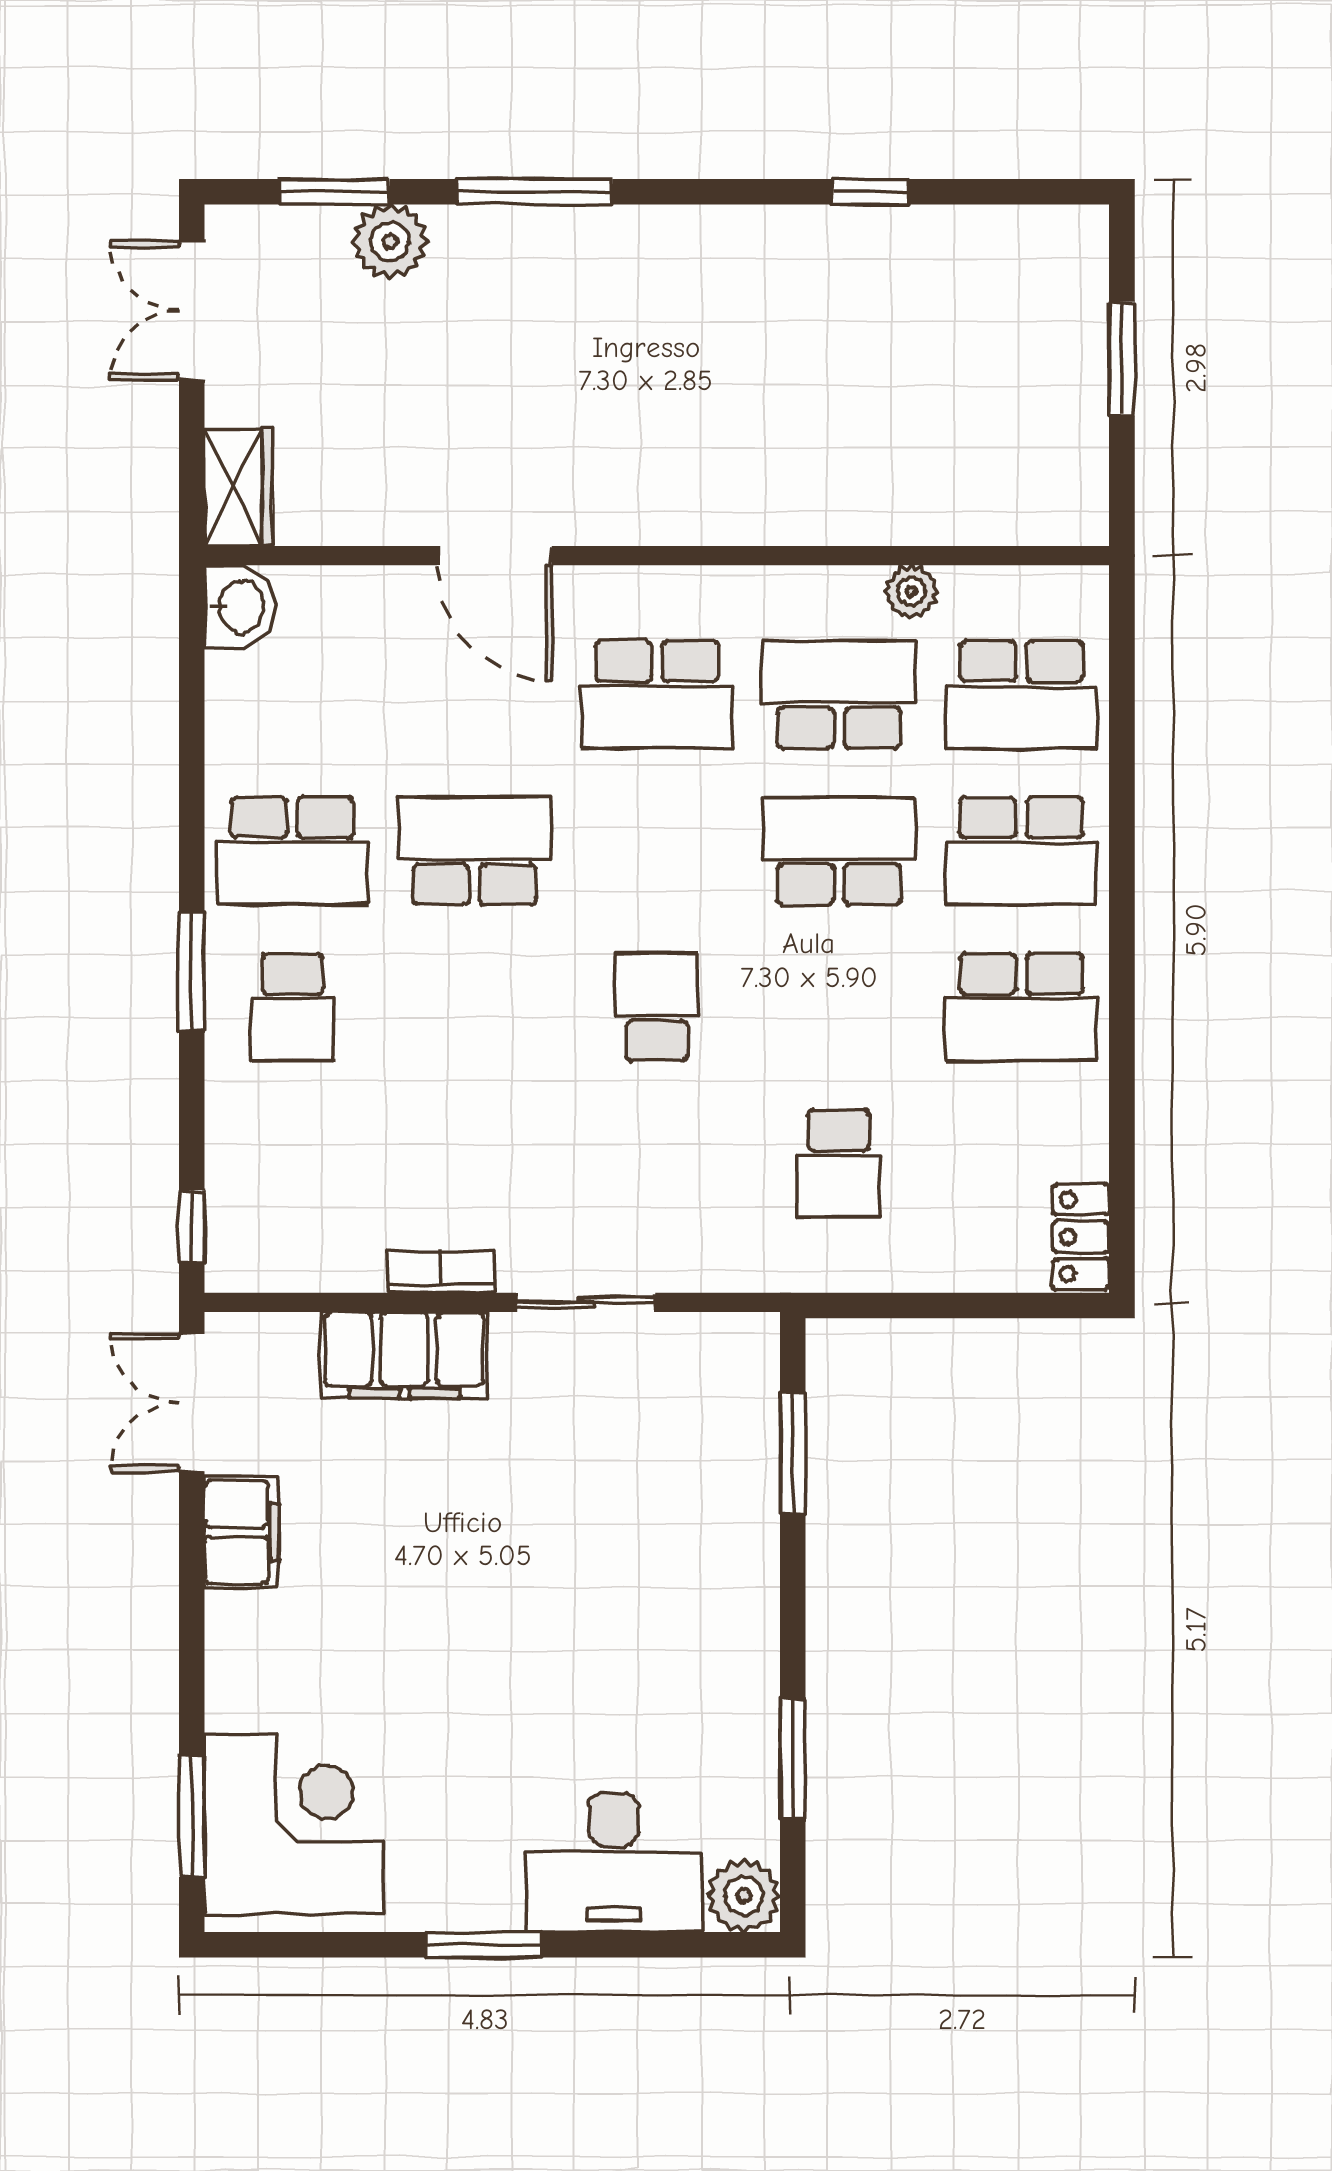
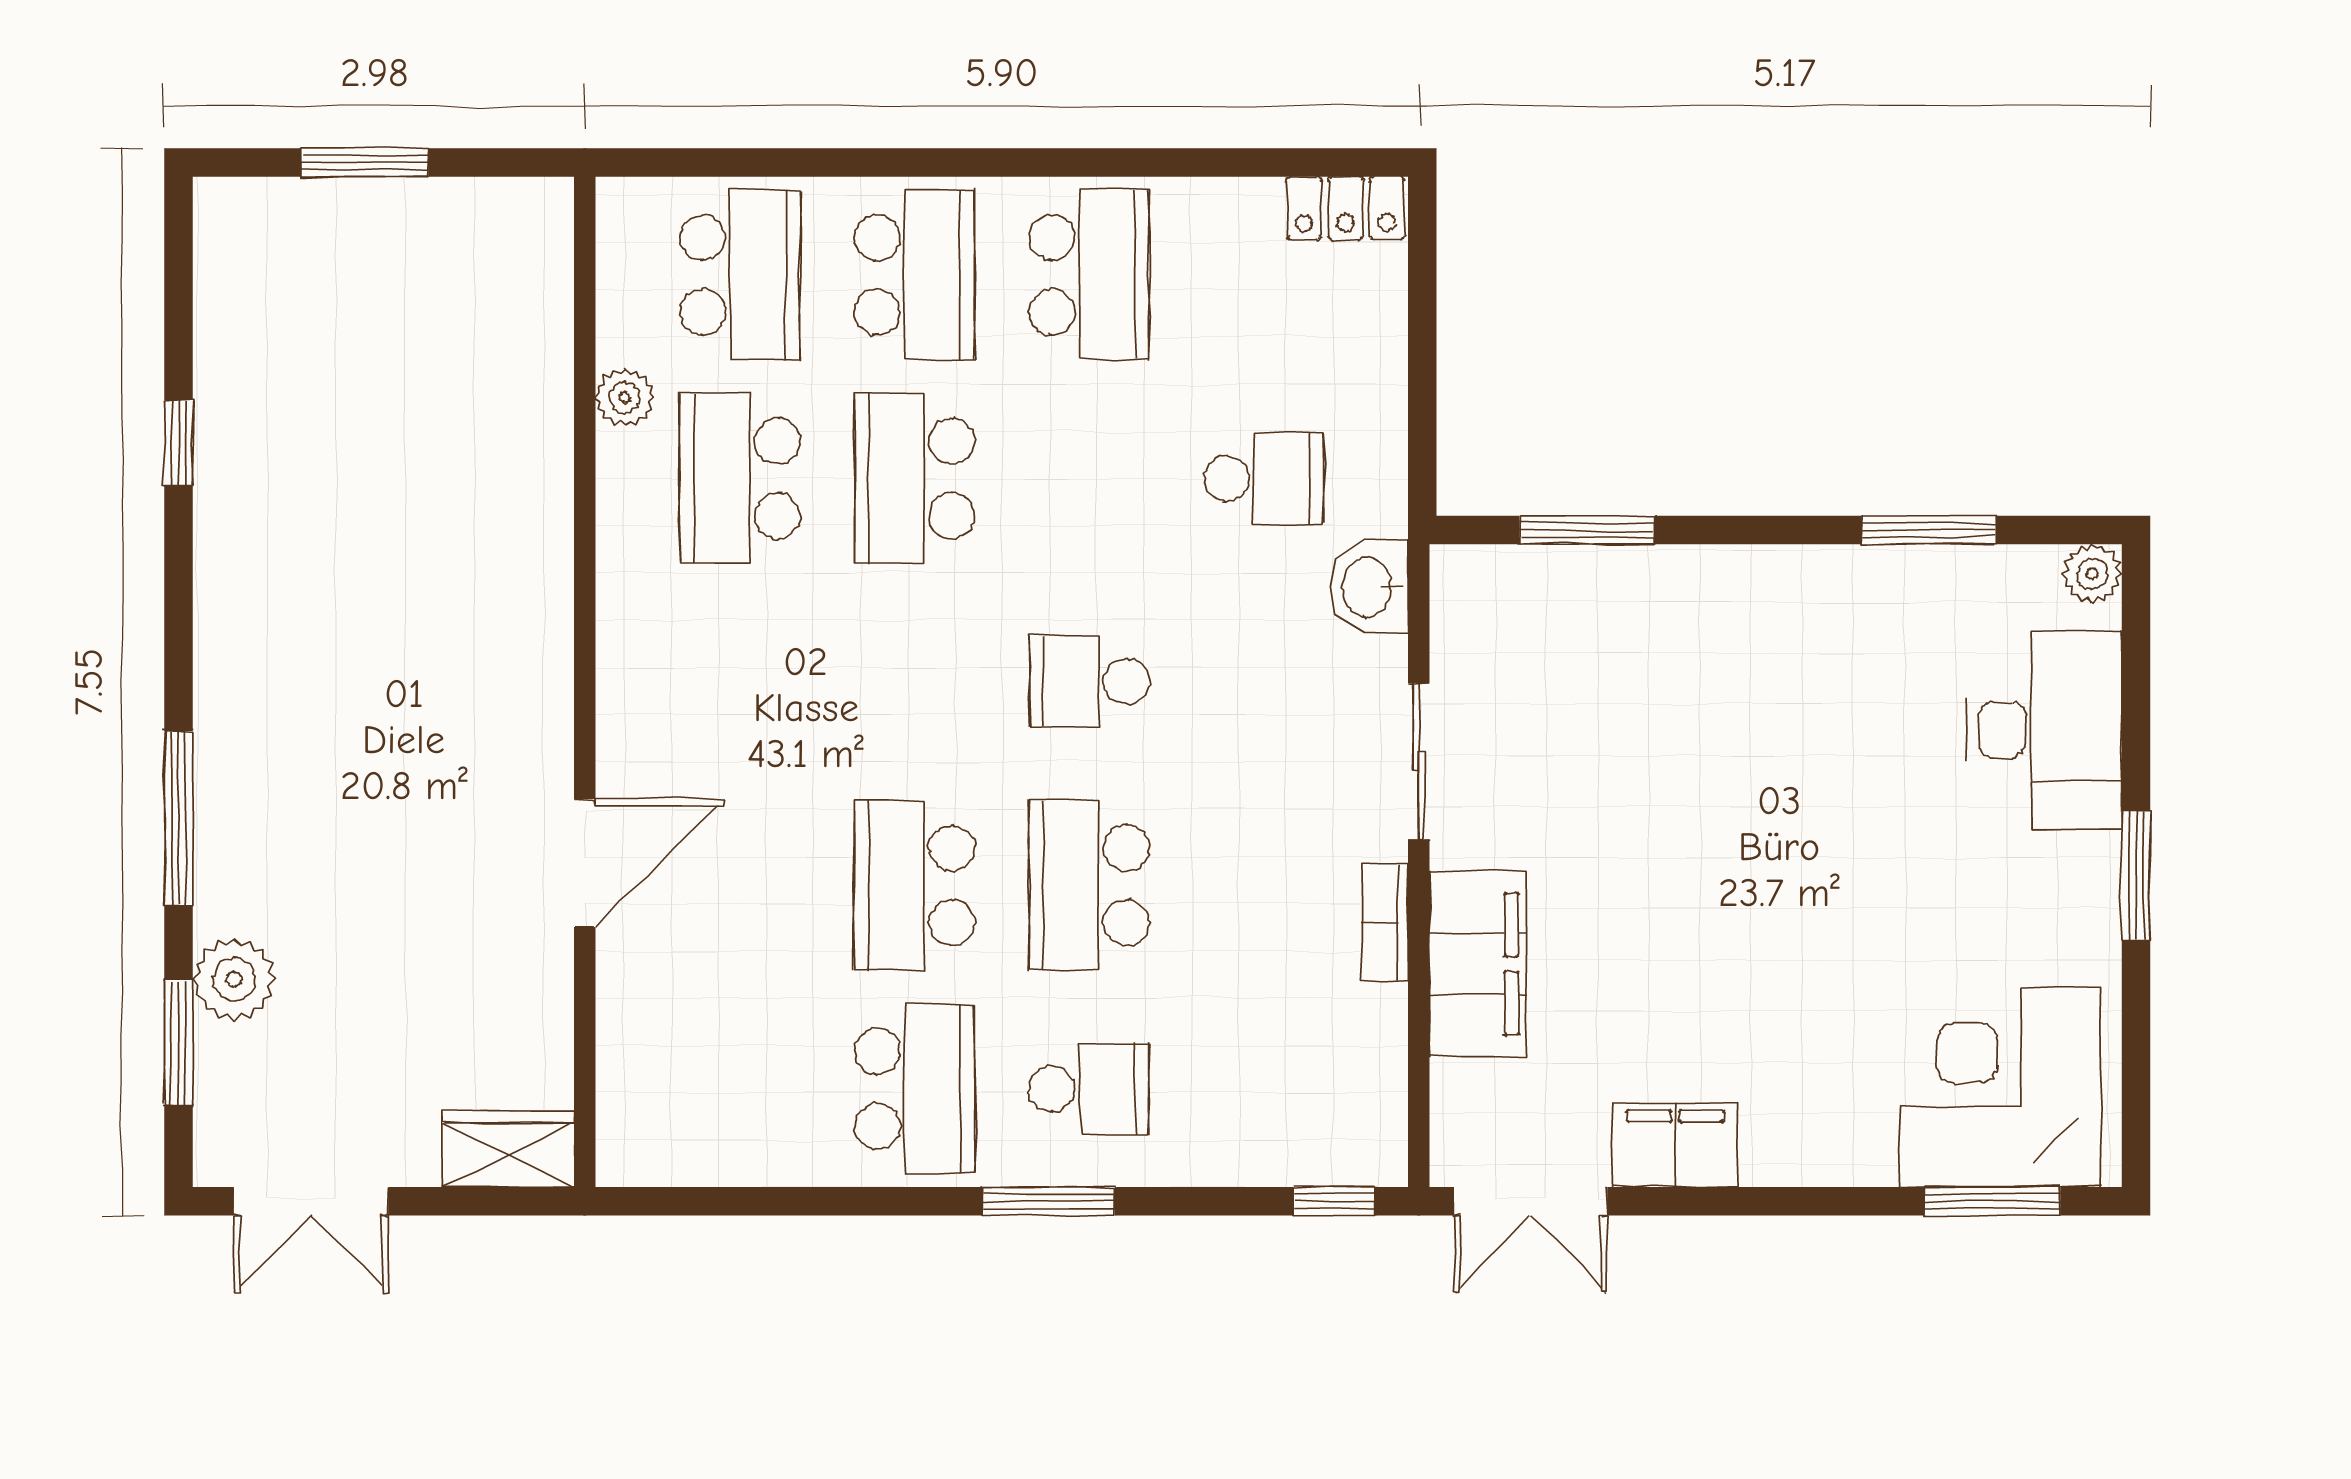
washbasin: (239, 607) -> (1369, 587), moved, turned -90
school desk: (657, 695) -> (1089, 885), moved, turned 180
plant: (744, 1896) -> (2092, 574), width x0.73, depth x0.73

